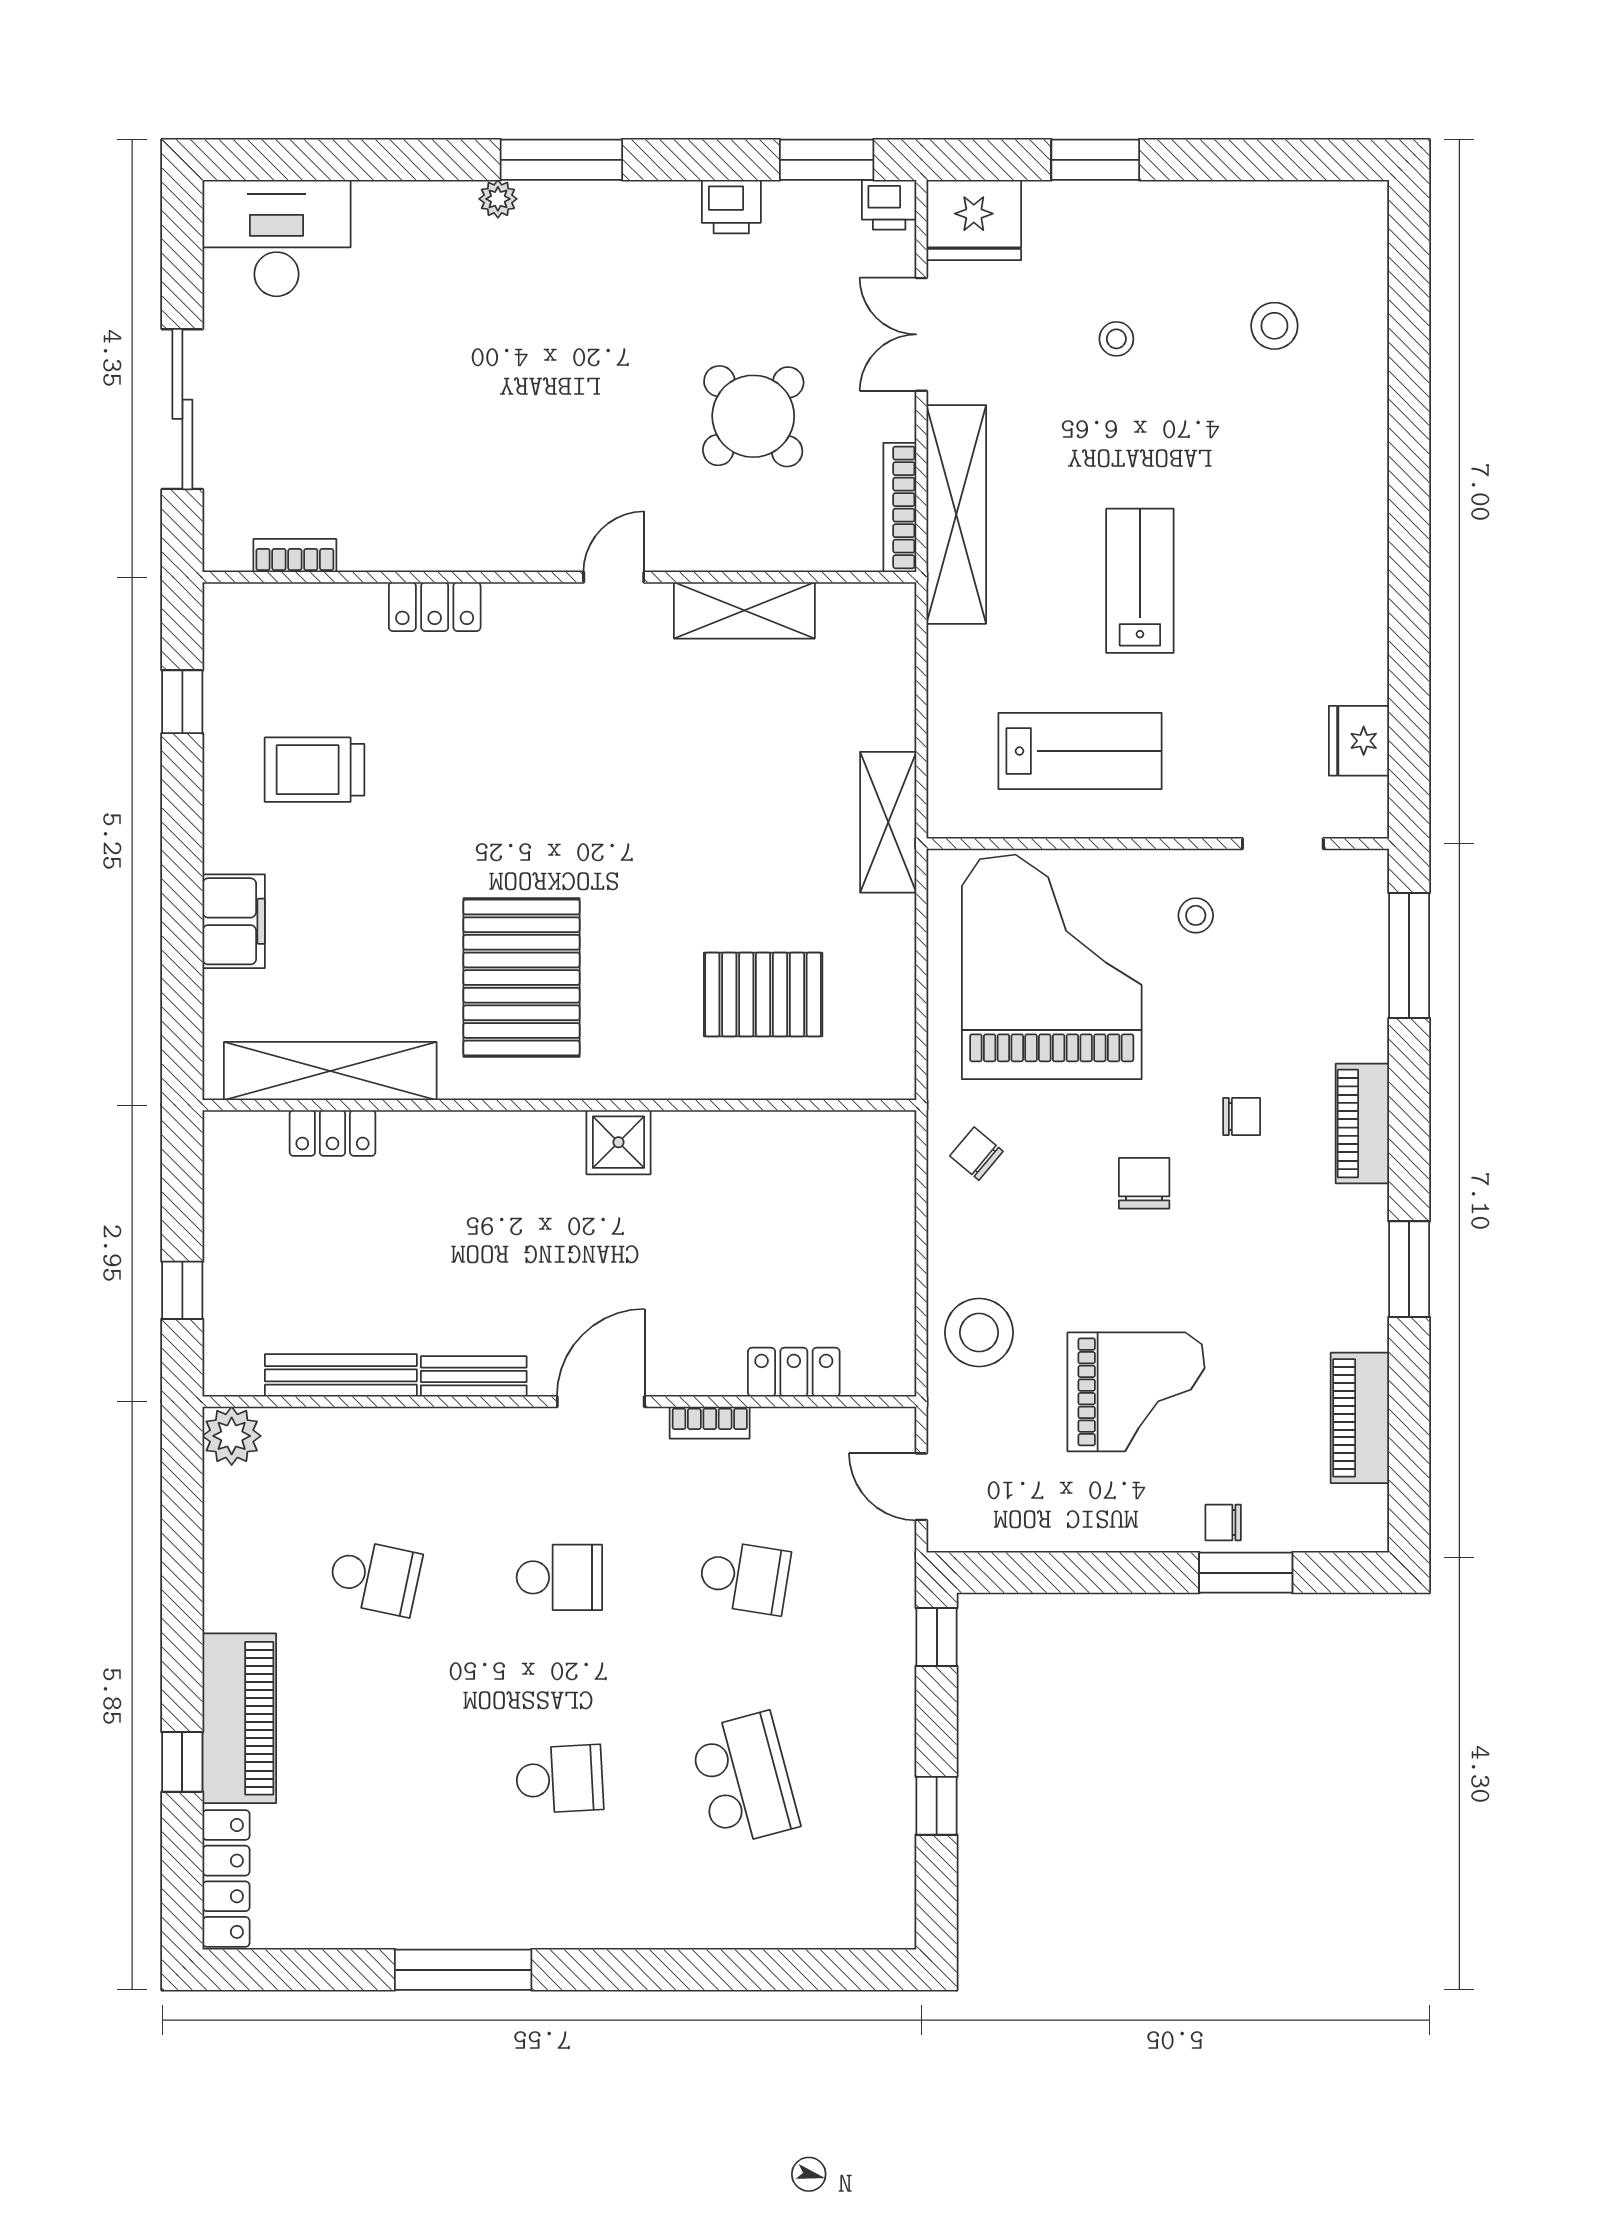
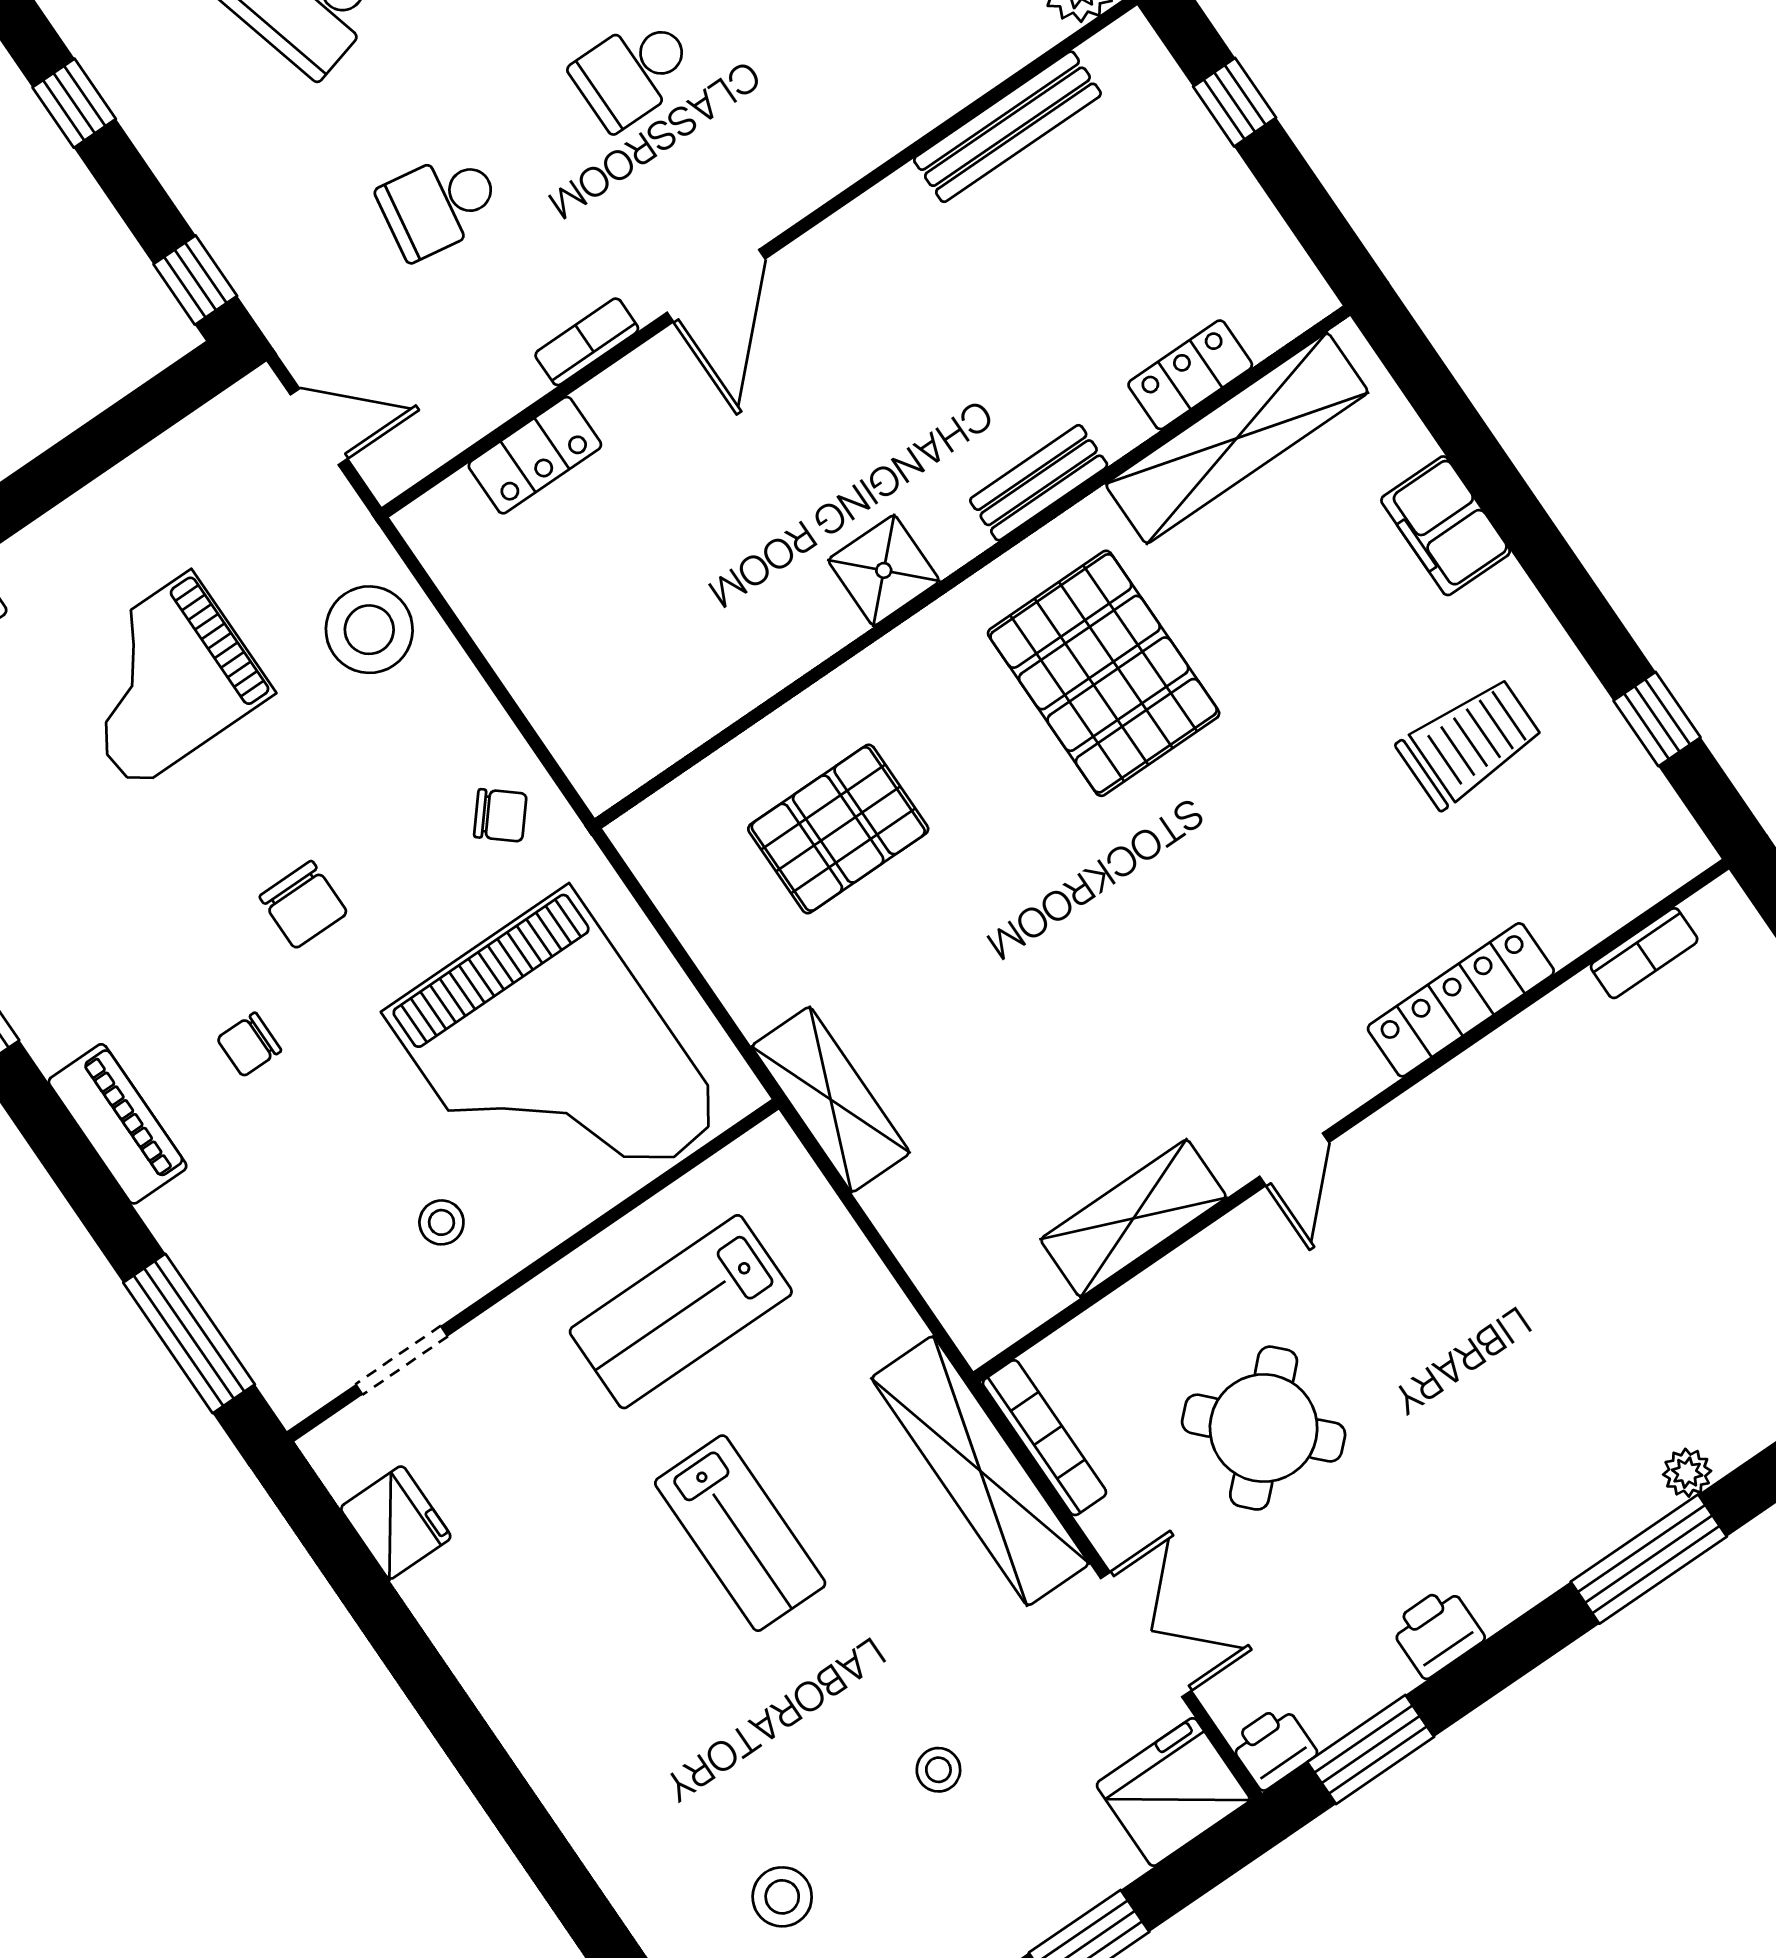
locker: (435, 607) -> (1461, 1000), width x1.53
bench: (474, 1376) -> (1039, 483), moved

